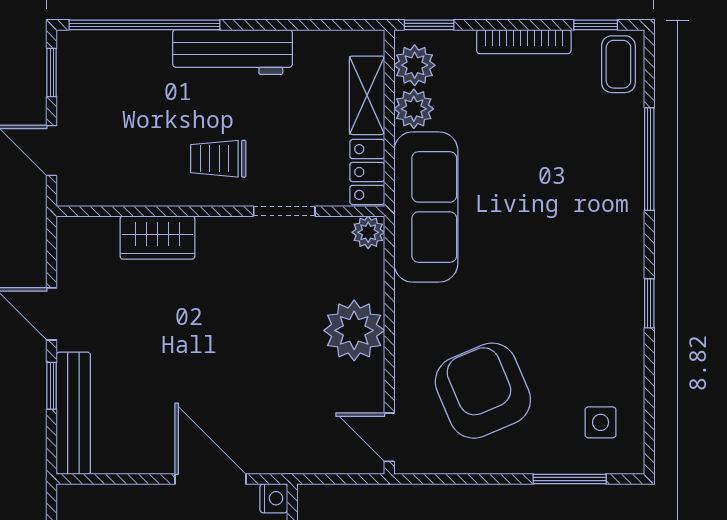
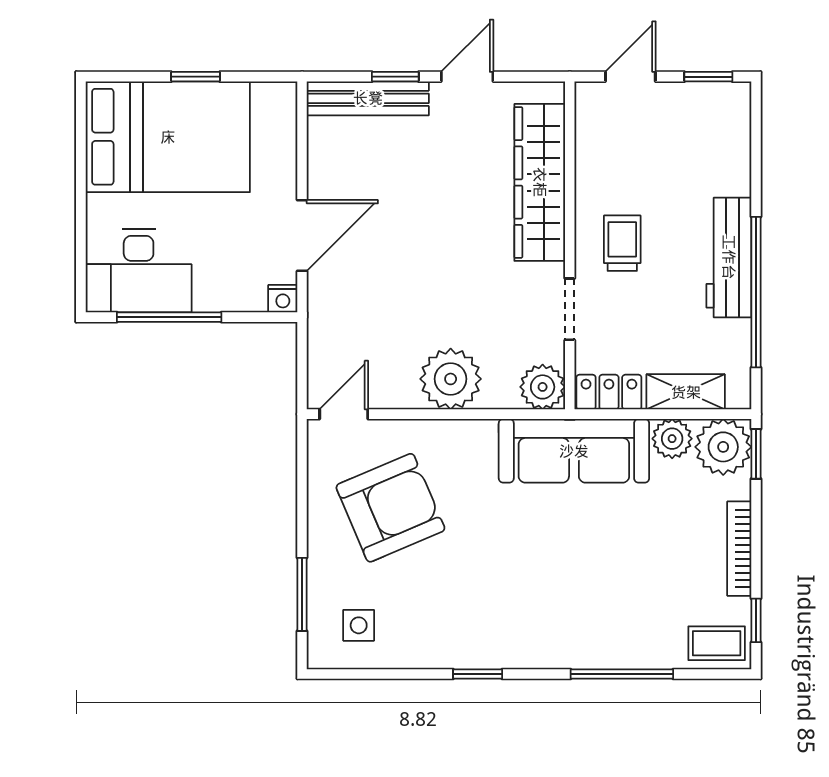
window: (144, 25) -> (756, 292), moved
plant: (415, 65) -> (723, 447), width x1.36, depth x1.36
plant: (368, 232) -> (543, 387), width x1.38, depth x1.38
wardrobe: (157, 238) -> (540, 182), width x2.10, depth x1.17

